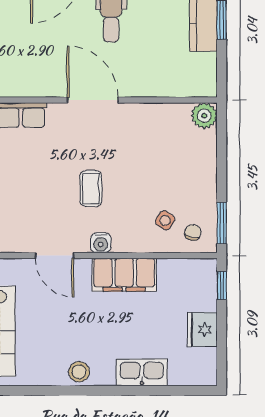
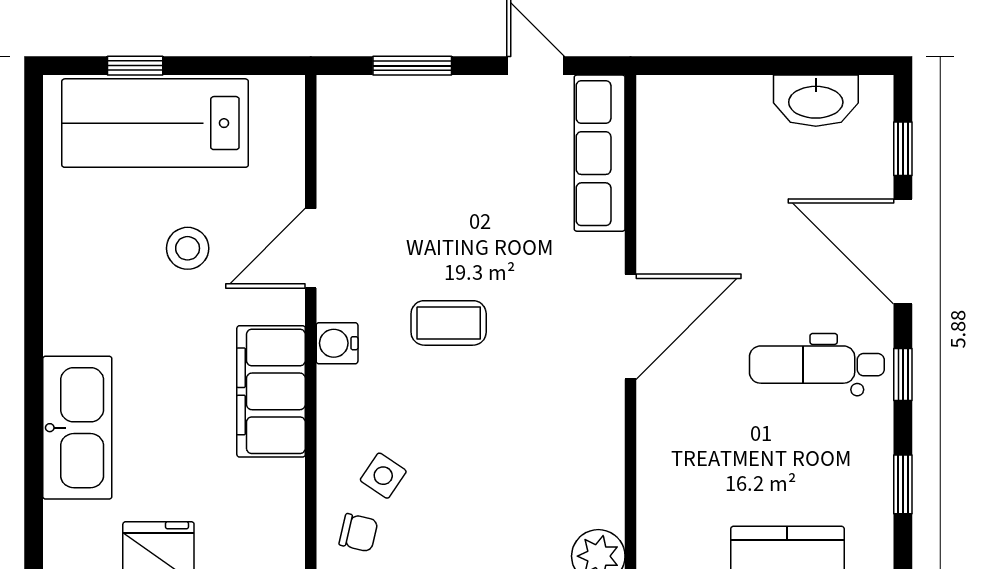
stool: (79, 372) -> (188, 248), moved
kitchen sink: (142, 372) -> (77, 428), width x1.36, depth x1.24

